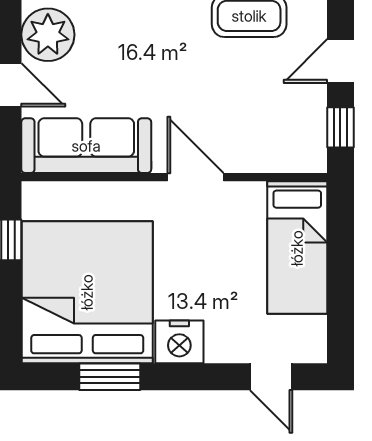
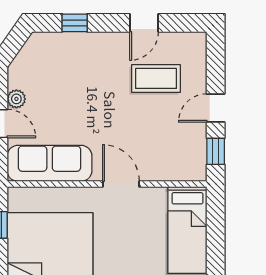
plant: (48, 35) -> (16, 99), width x0.53, depth x0.53

